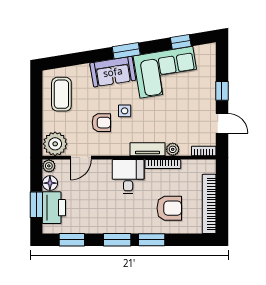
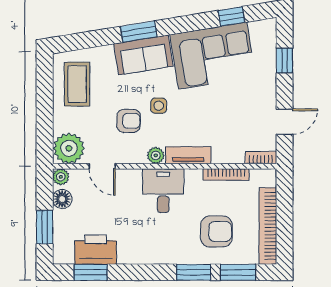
window: (126, 51) -> (139, 32), moved
window: (222, 91) -> (285, 61), moved
door: (222, 123) -> (285, 122), hinge flipped
plant: (173, 149) -> (156, 155), moved
door: (81, 158) -> (102, 166), hinge flipped
bookcase: (163, 164) -> (226, 174), moved
printer: (54, 208) -> (96, 250), moved, turned -90
window: (117, 240) -> (238, 272), moved

